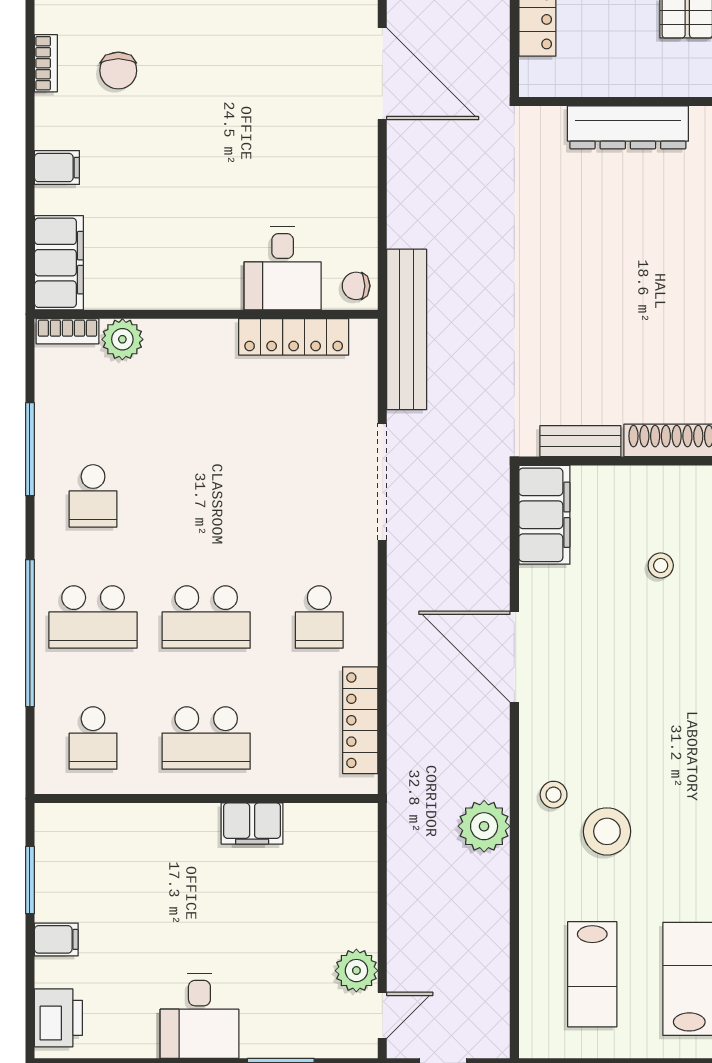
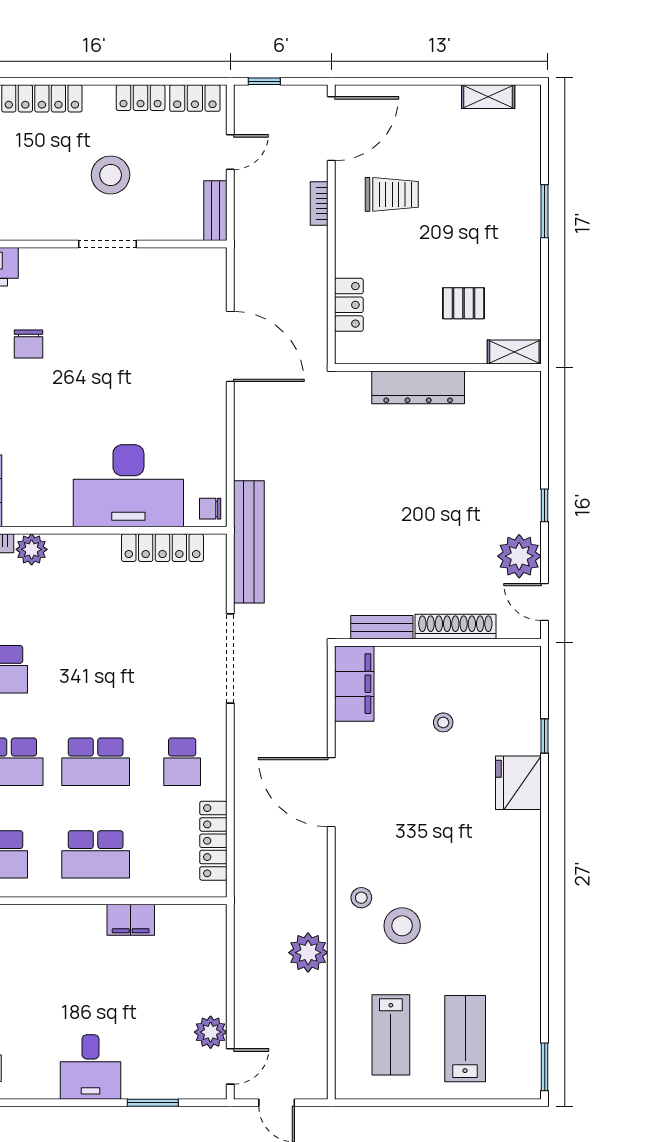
desk: (283, 268) -> (128, 486), width x1.87, depth x1.30
plant: (484, 826) -> (308, 953), moved

